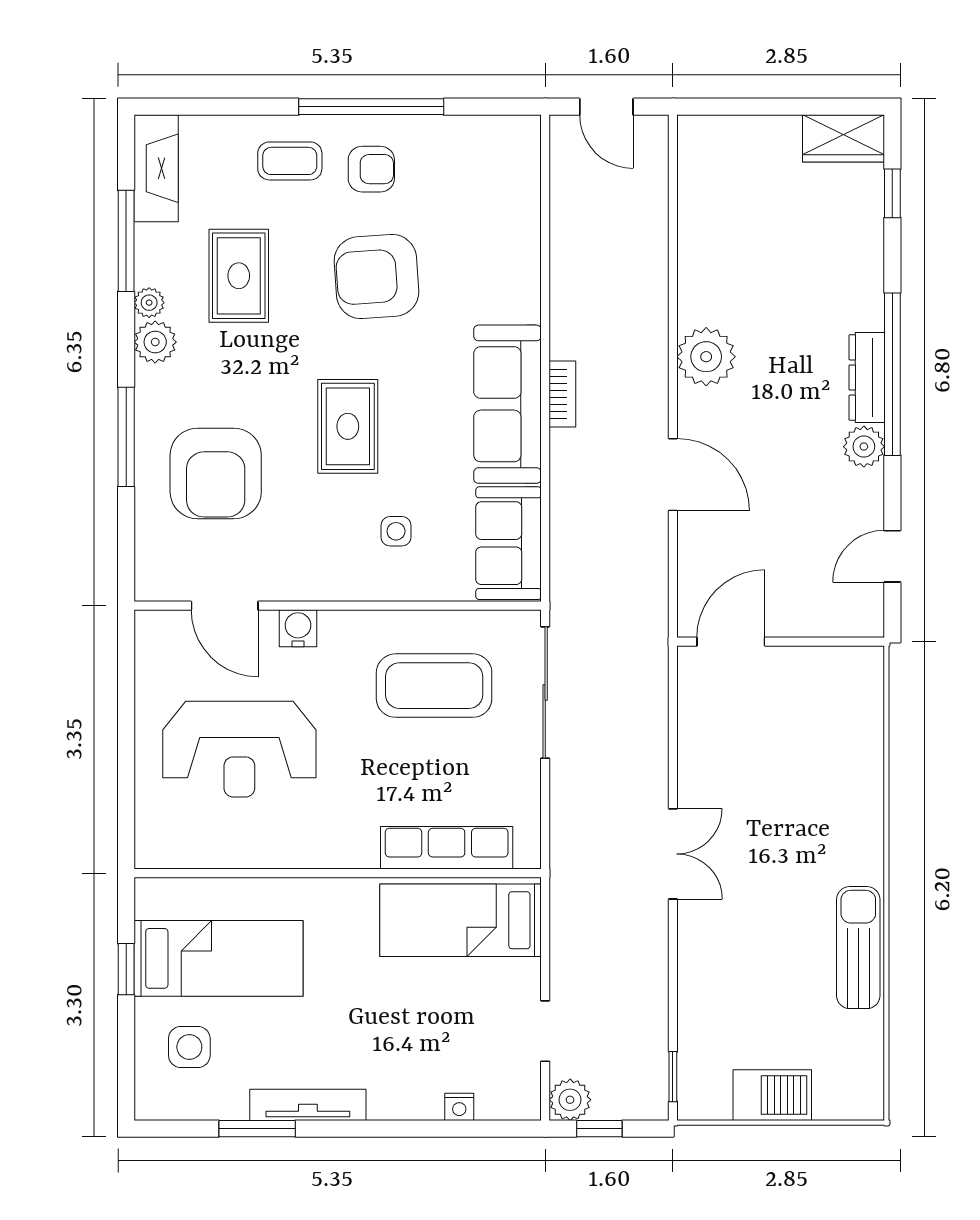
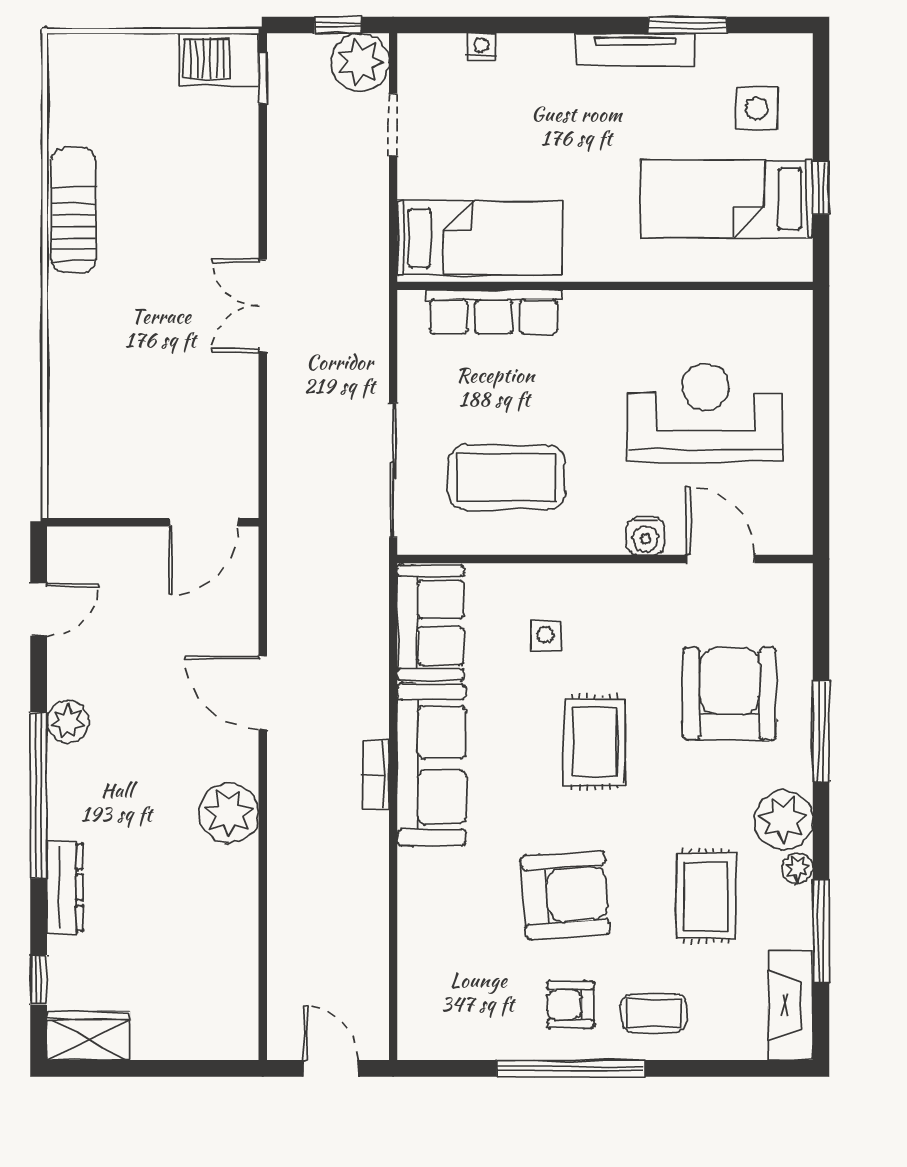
plant: (155, 342) -> (783, 820), width x1.36, depth x1.36
dresser: (867, 377) -> (65, 887), moved
sun lounger: (858, 948) -> (74, 210), turned 180
barbecue: (772, 1095) -> (219, 59), moved
plant: (570, 1100) -> (360, 62), width x1.36, depth x1.36

